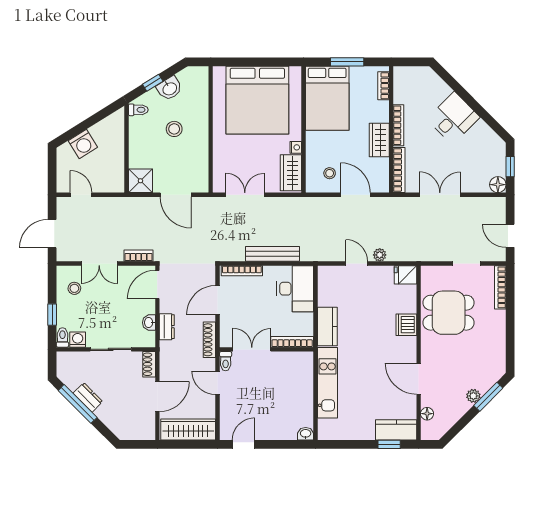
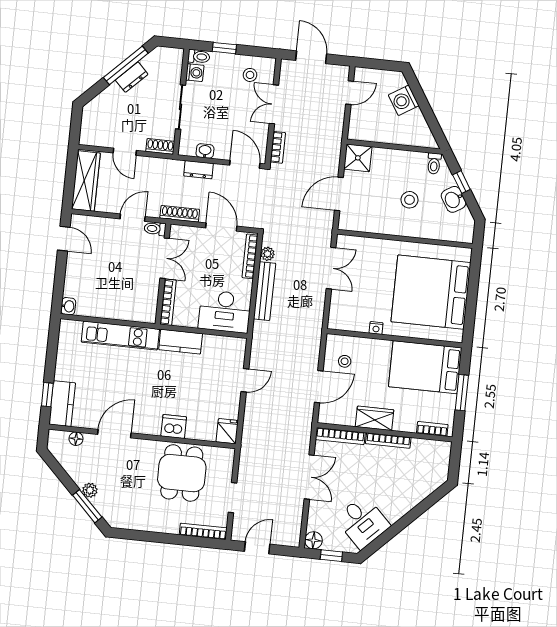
desk: (453, 118) -> (363, 522), moved
wardrobe: (291, 173) -> (349, 320), removed
plant: (380, 255) -> (267, 254), moved
door: (157, 396) -> (125, 152), width x0.73

